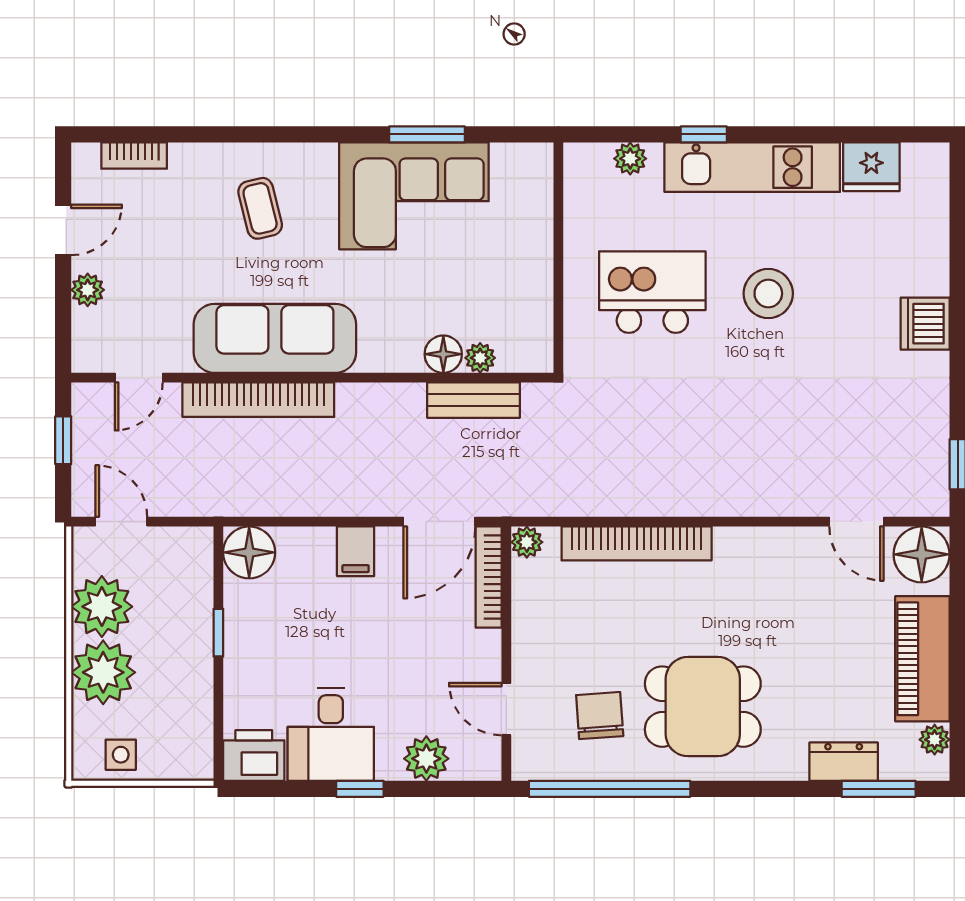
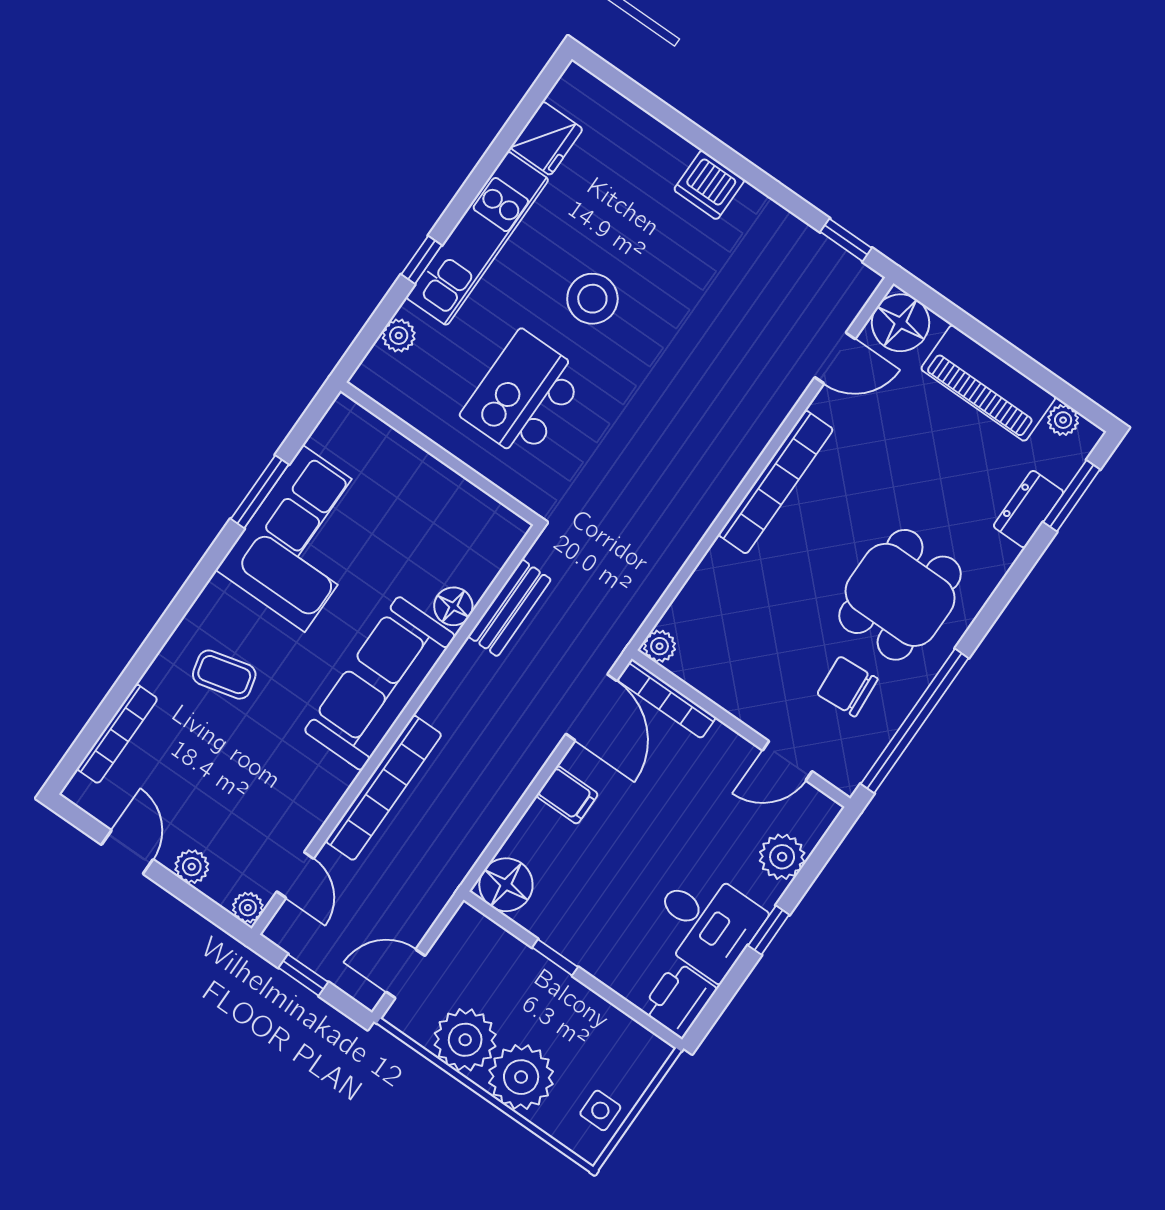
bookcase: (134, 156) -> (117, 734), width x1.56
sofa: (275, 338) -> (380, 683), moved
plant: (480, 358) -> (248, 908), moved
bookcase: (637, 543) -> (776, 482), moved

